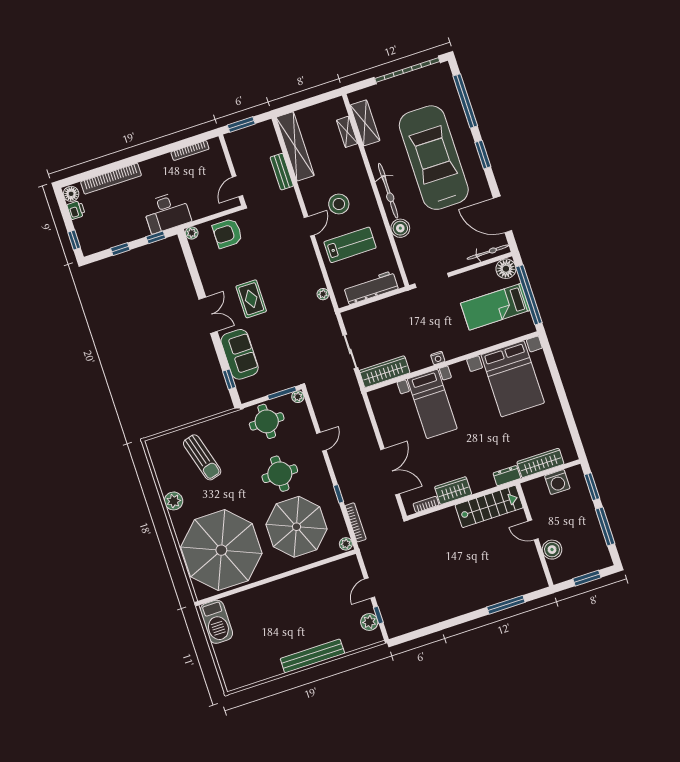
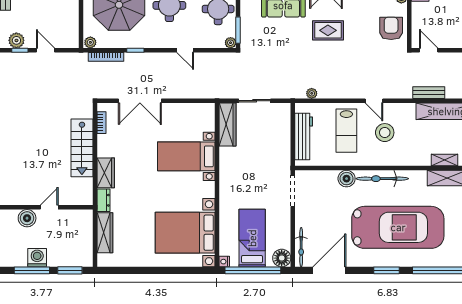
nightstand: (438, 358) -> (224, 262), moved
washing machine: (557, 482) -> (37, 258), moved, turned 90
wardrobe: (453, 491) -> (106, 173), moved
stairs: (489, 506) -> (82, 148), moved

